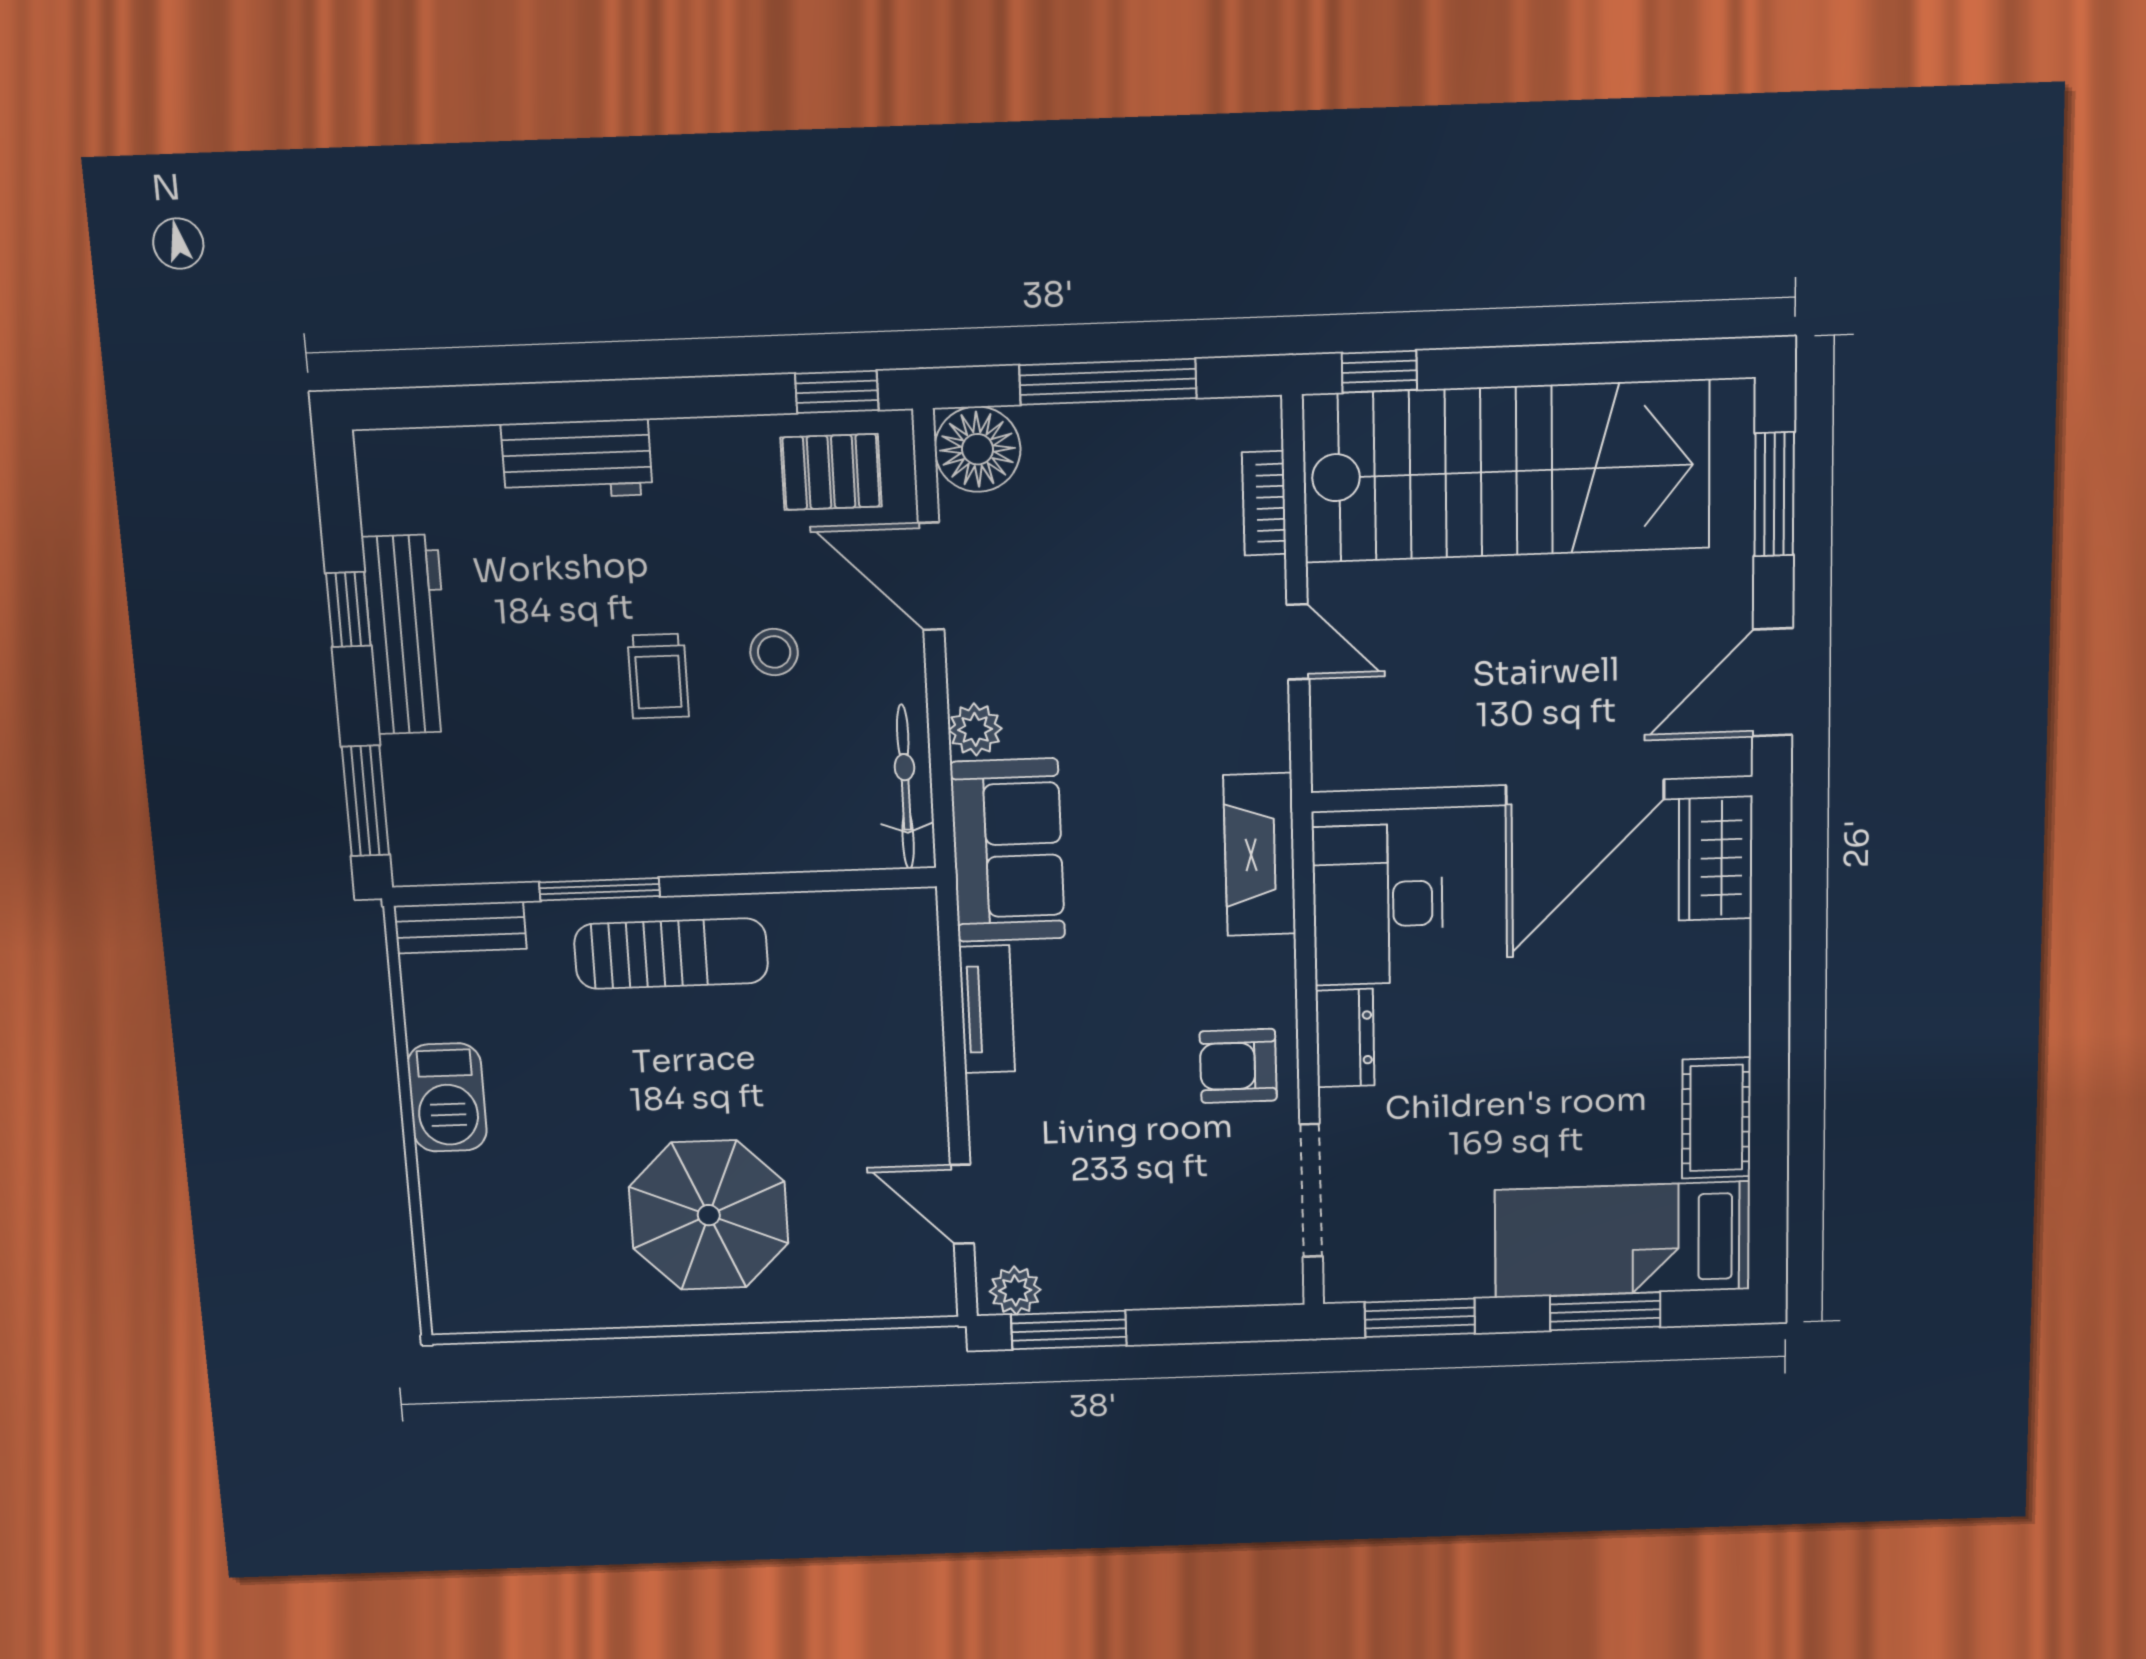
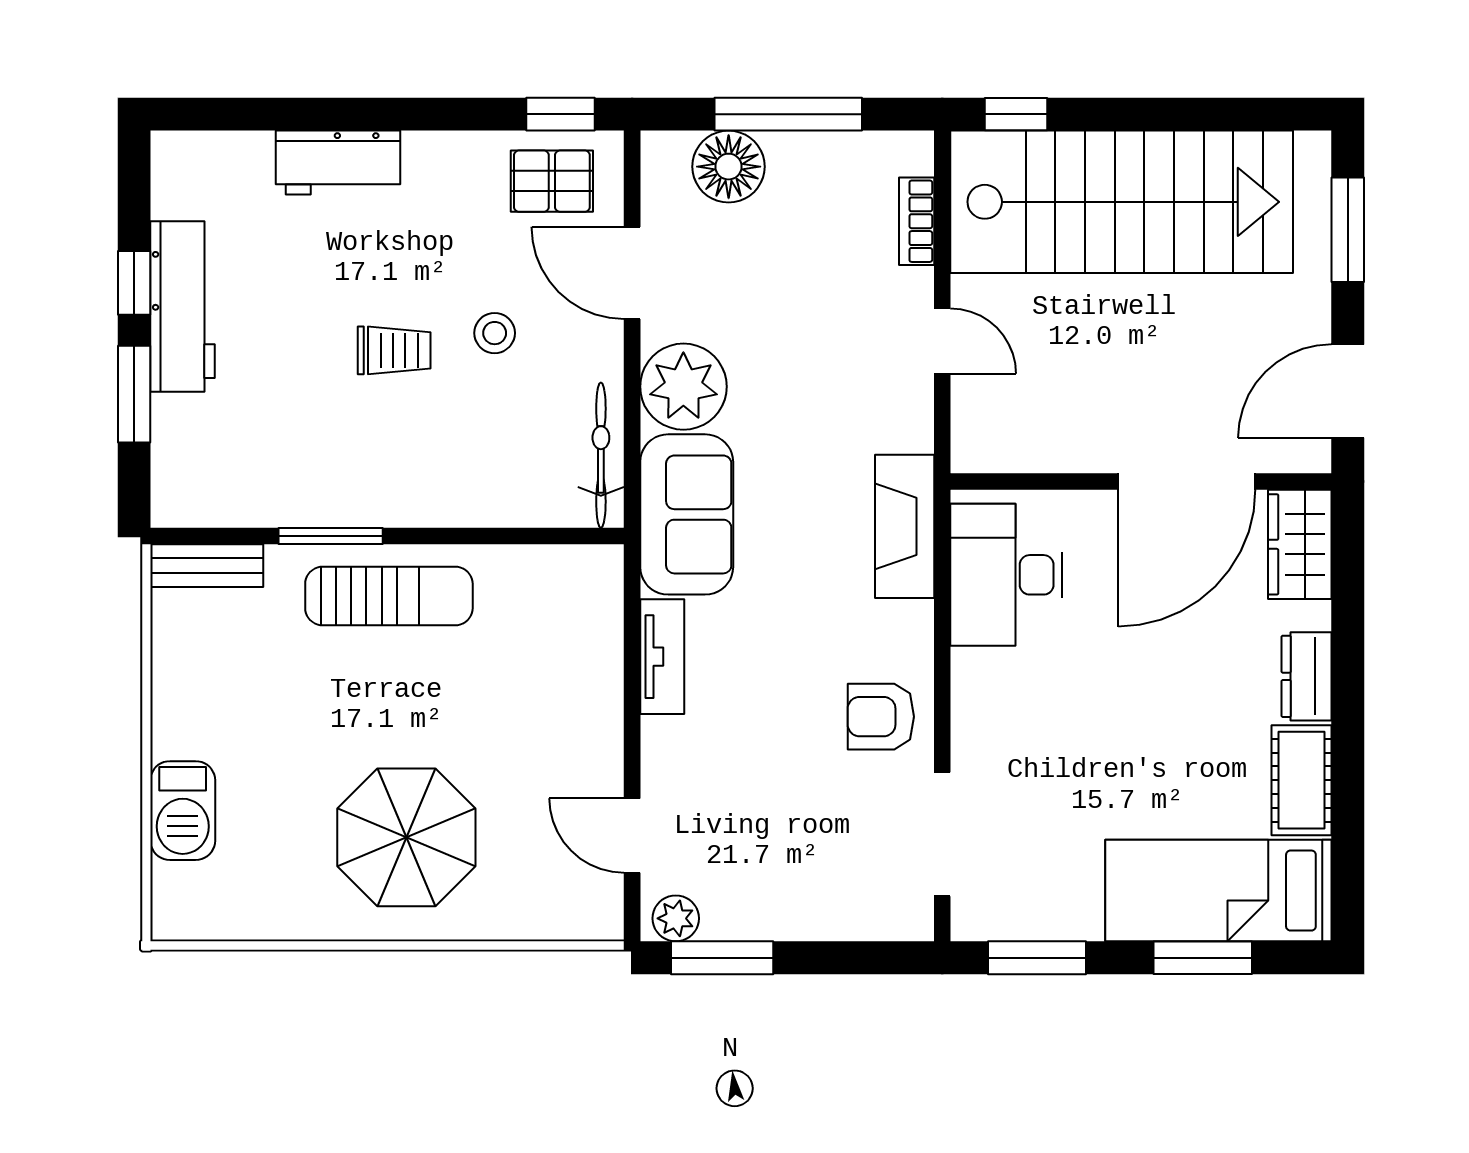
floor lamp: (978, 449) -> (729, 167), moved
trolley: (658, 676) -> (394, 350), turned -90
plant: (975, 729) -> (683, 387), width x1.88, depth x1.88
window: (365, 801) -> (134, 394), moved
dresser: (1345, 1038) -> (1307, 676), moved, turned 180
barbecue: (447, 1098) -> (183, 811), moved

